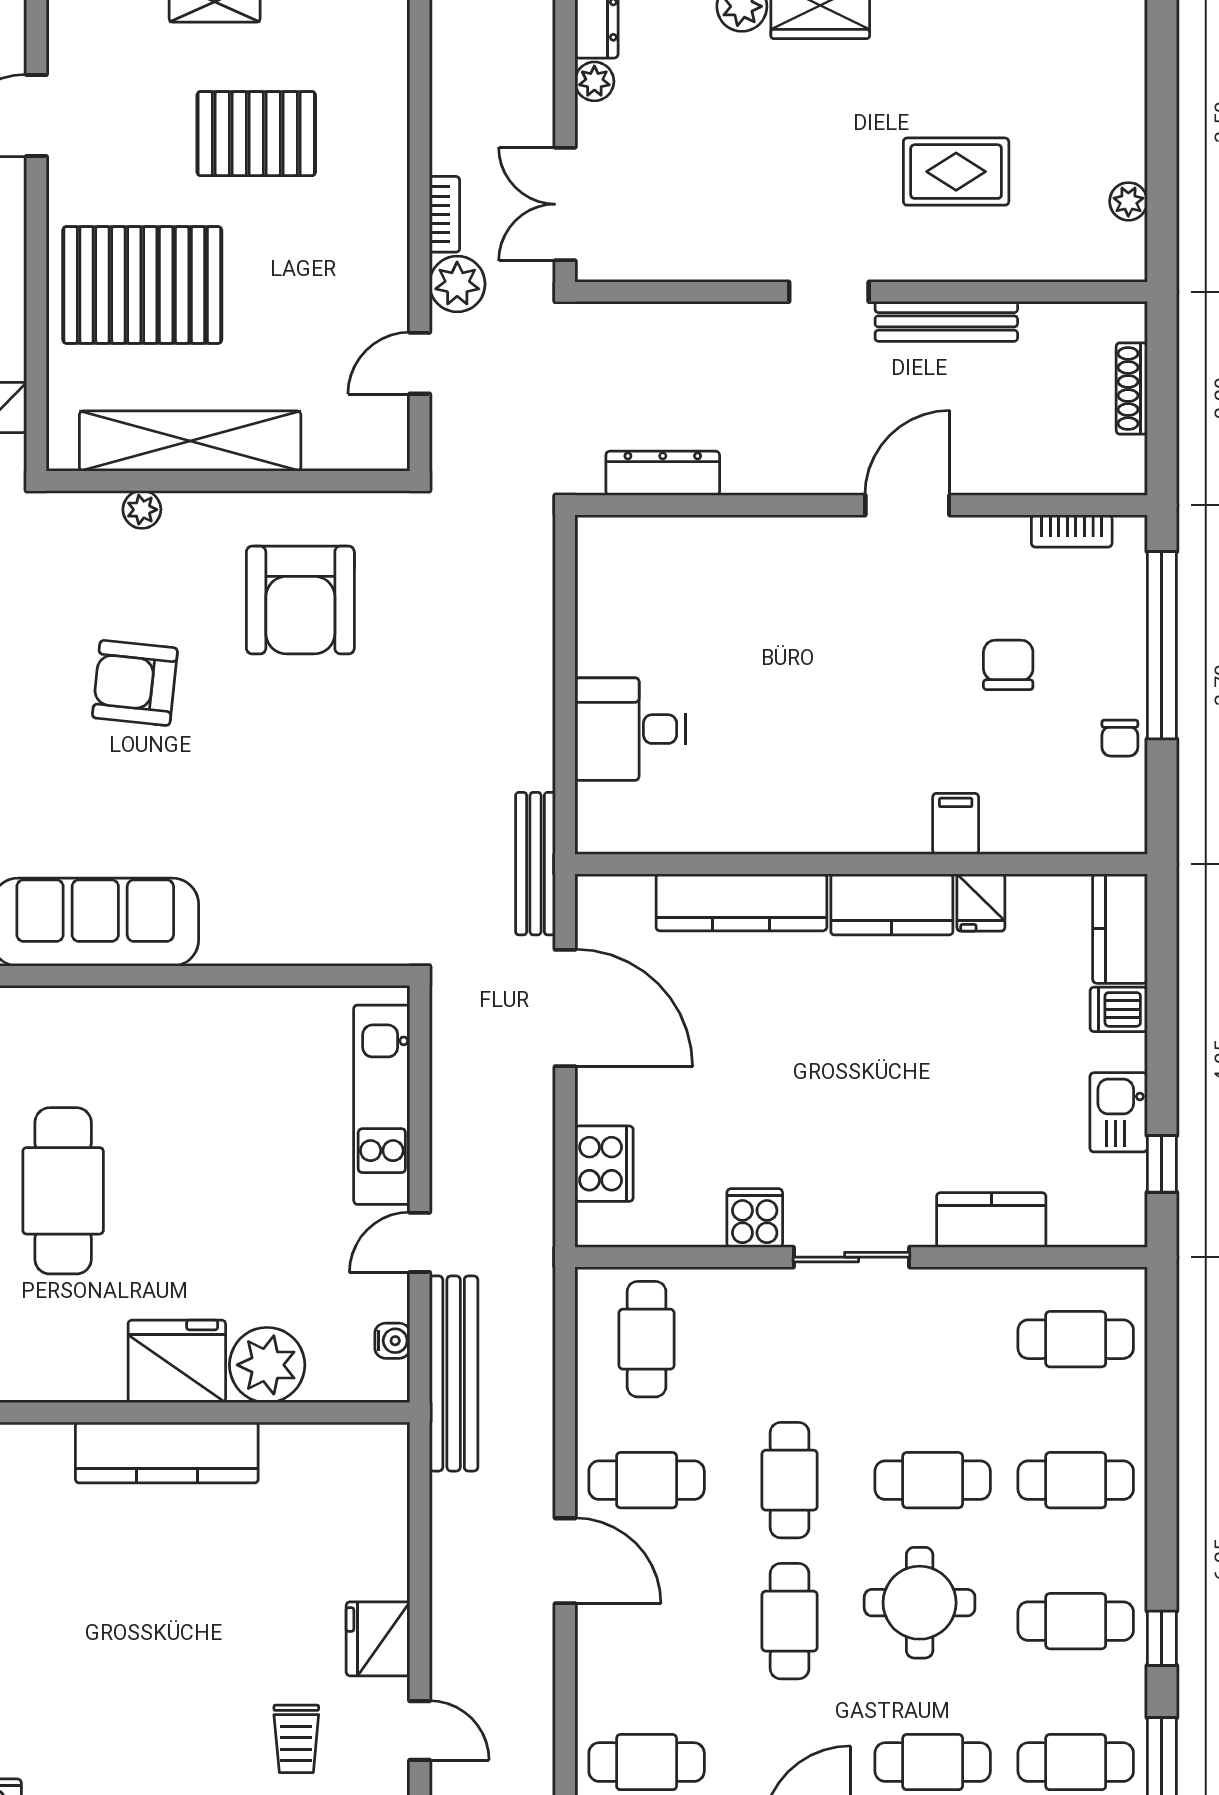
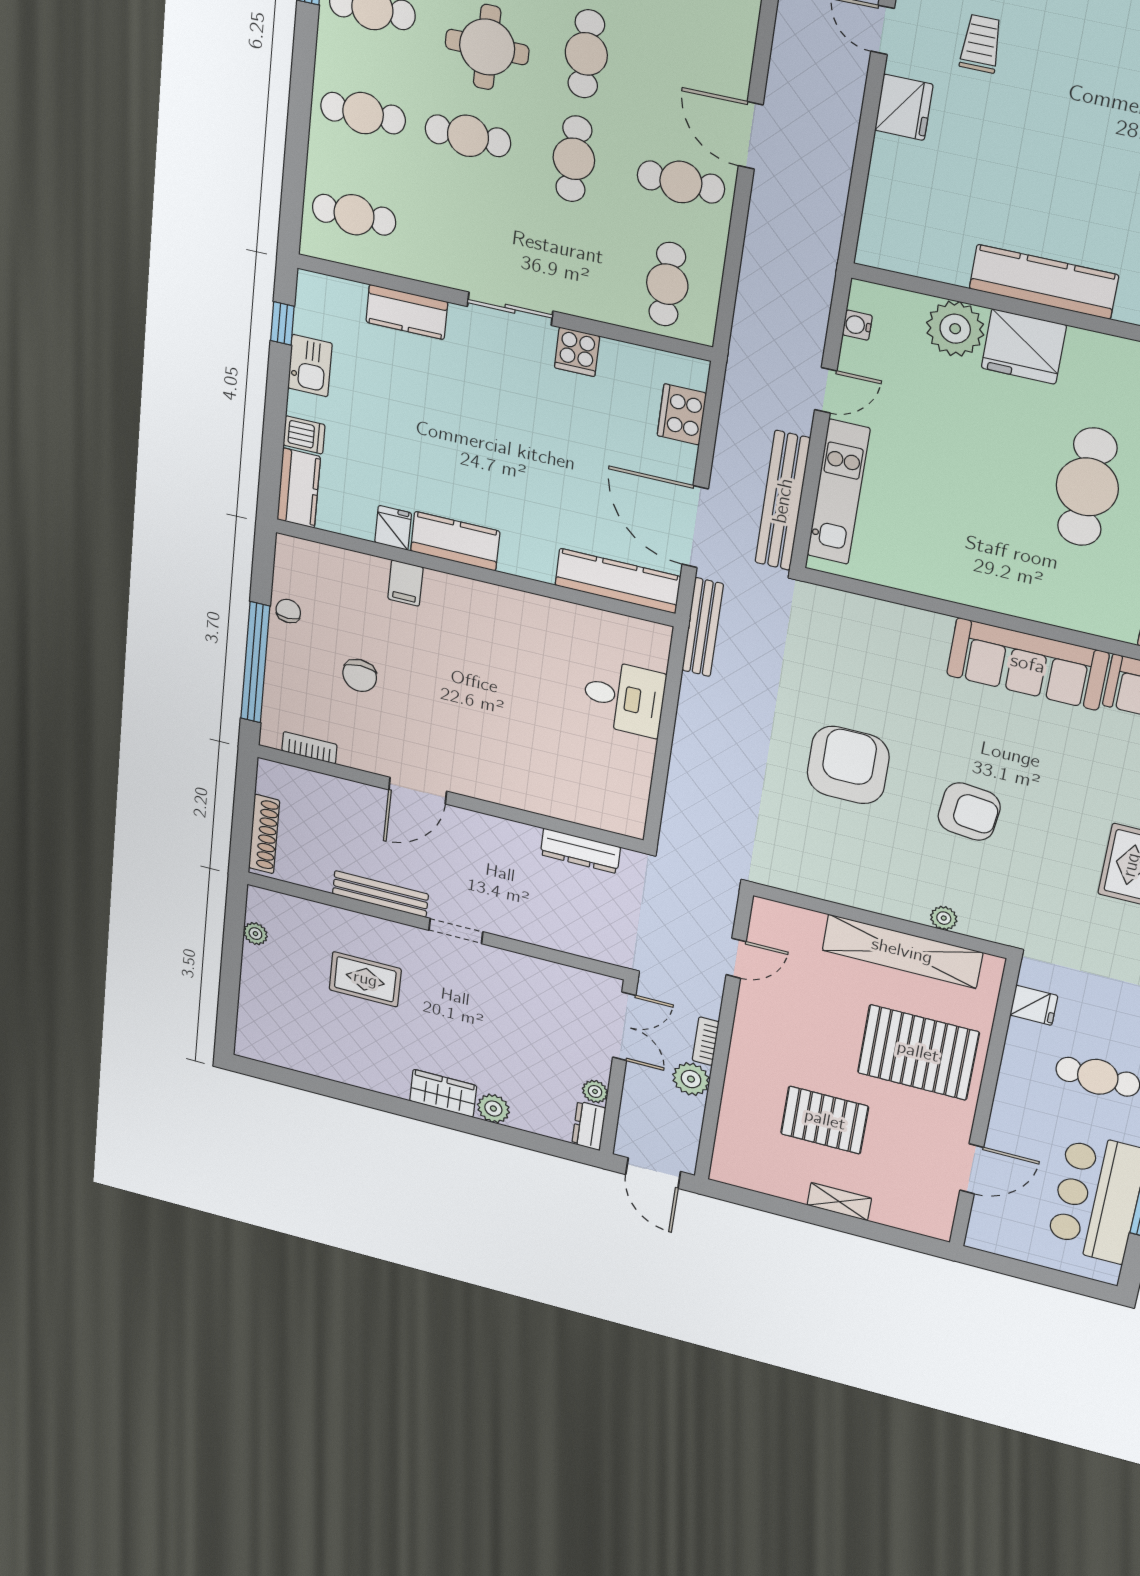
plant: (457, 284) -> (691, 1079), moved
shoe rack: (1132, 388) -> (264, 834), width x1.36, depth x1.24
armchair: (300, 600) -> (848, 765), moved
kitchen counter: (741, 902) -> (618, 581), moved
bench: (454, 1373) -> (783, 501), moved

